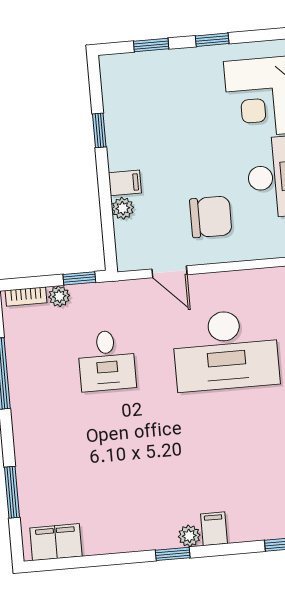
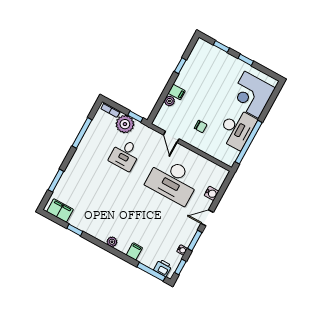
chair: (211, 217) -> (201, 126), width x0.54, depth x0.54
plant: (59, 296) -> (125, 124), width x1.88, depth x1.88
filing cabinet: (214, 529) -> (134, 251), moved
window: (173, 554) -> (75, 230), moved

